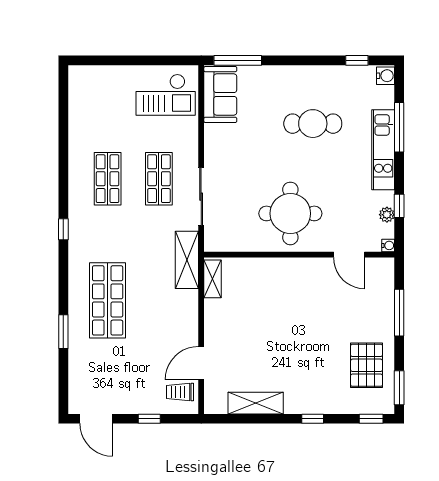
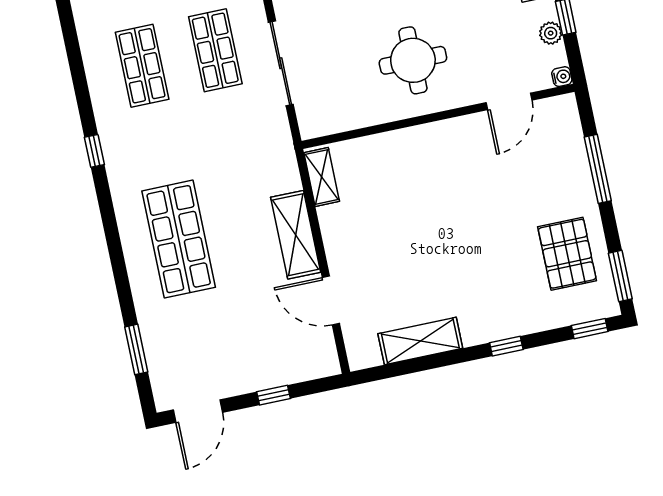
round table: (290, 213) -> (413, 60), width x0.73, depth x0.73
door: (349, 255) -> (509, 101), hinge flipped
shelving: (187, 260) -> (296, 235), moved
window: (63, 332) -> (136, 349), moved
door: (201, 363) -> (331, 300), hinge flipped
trolley: (180, 392) -> (309, 348), removed
door: (96, 419) -> (198, 411), hinge flipped

